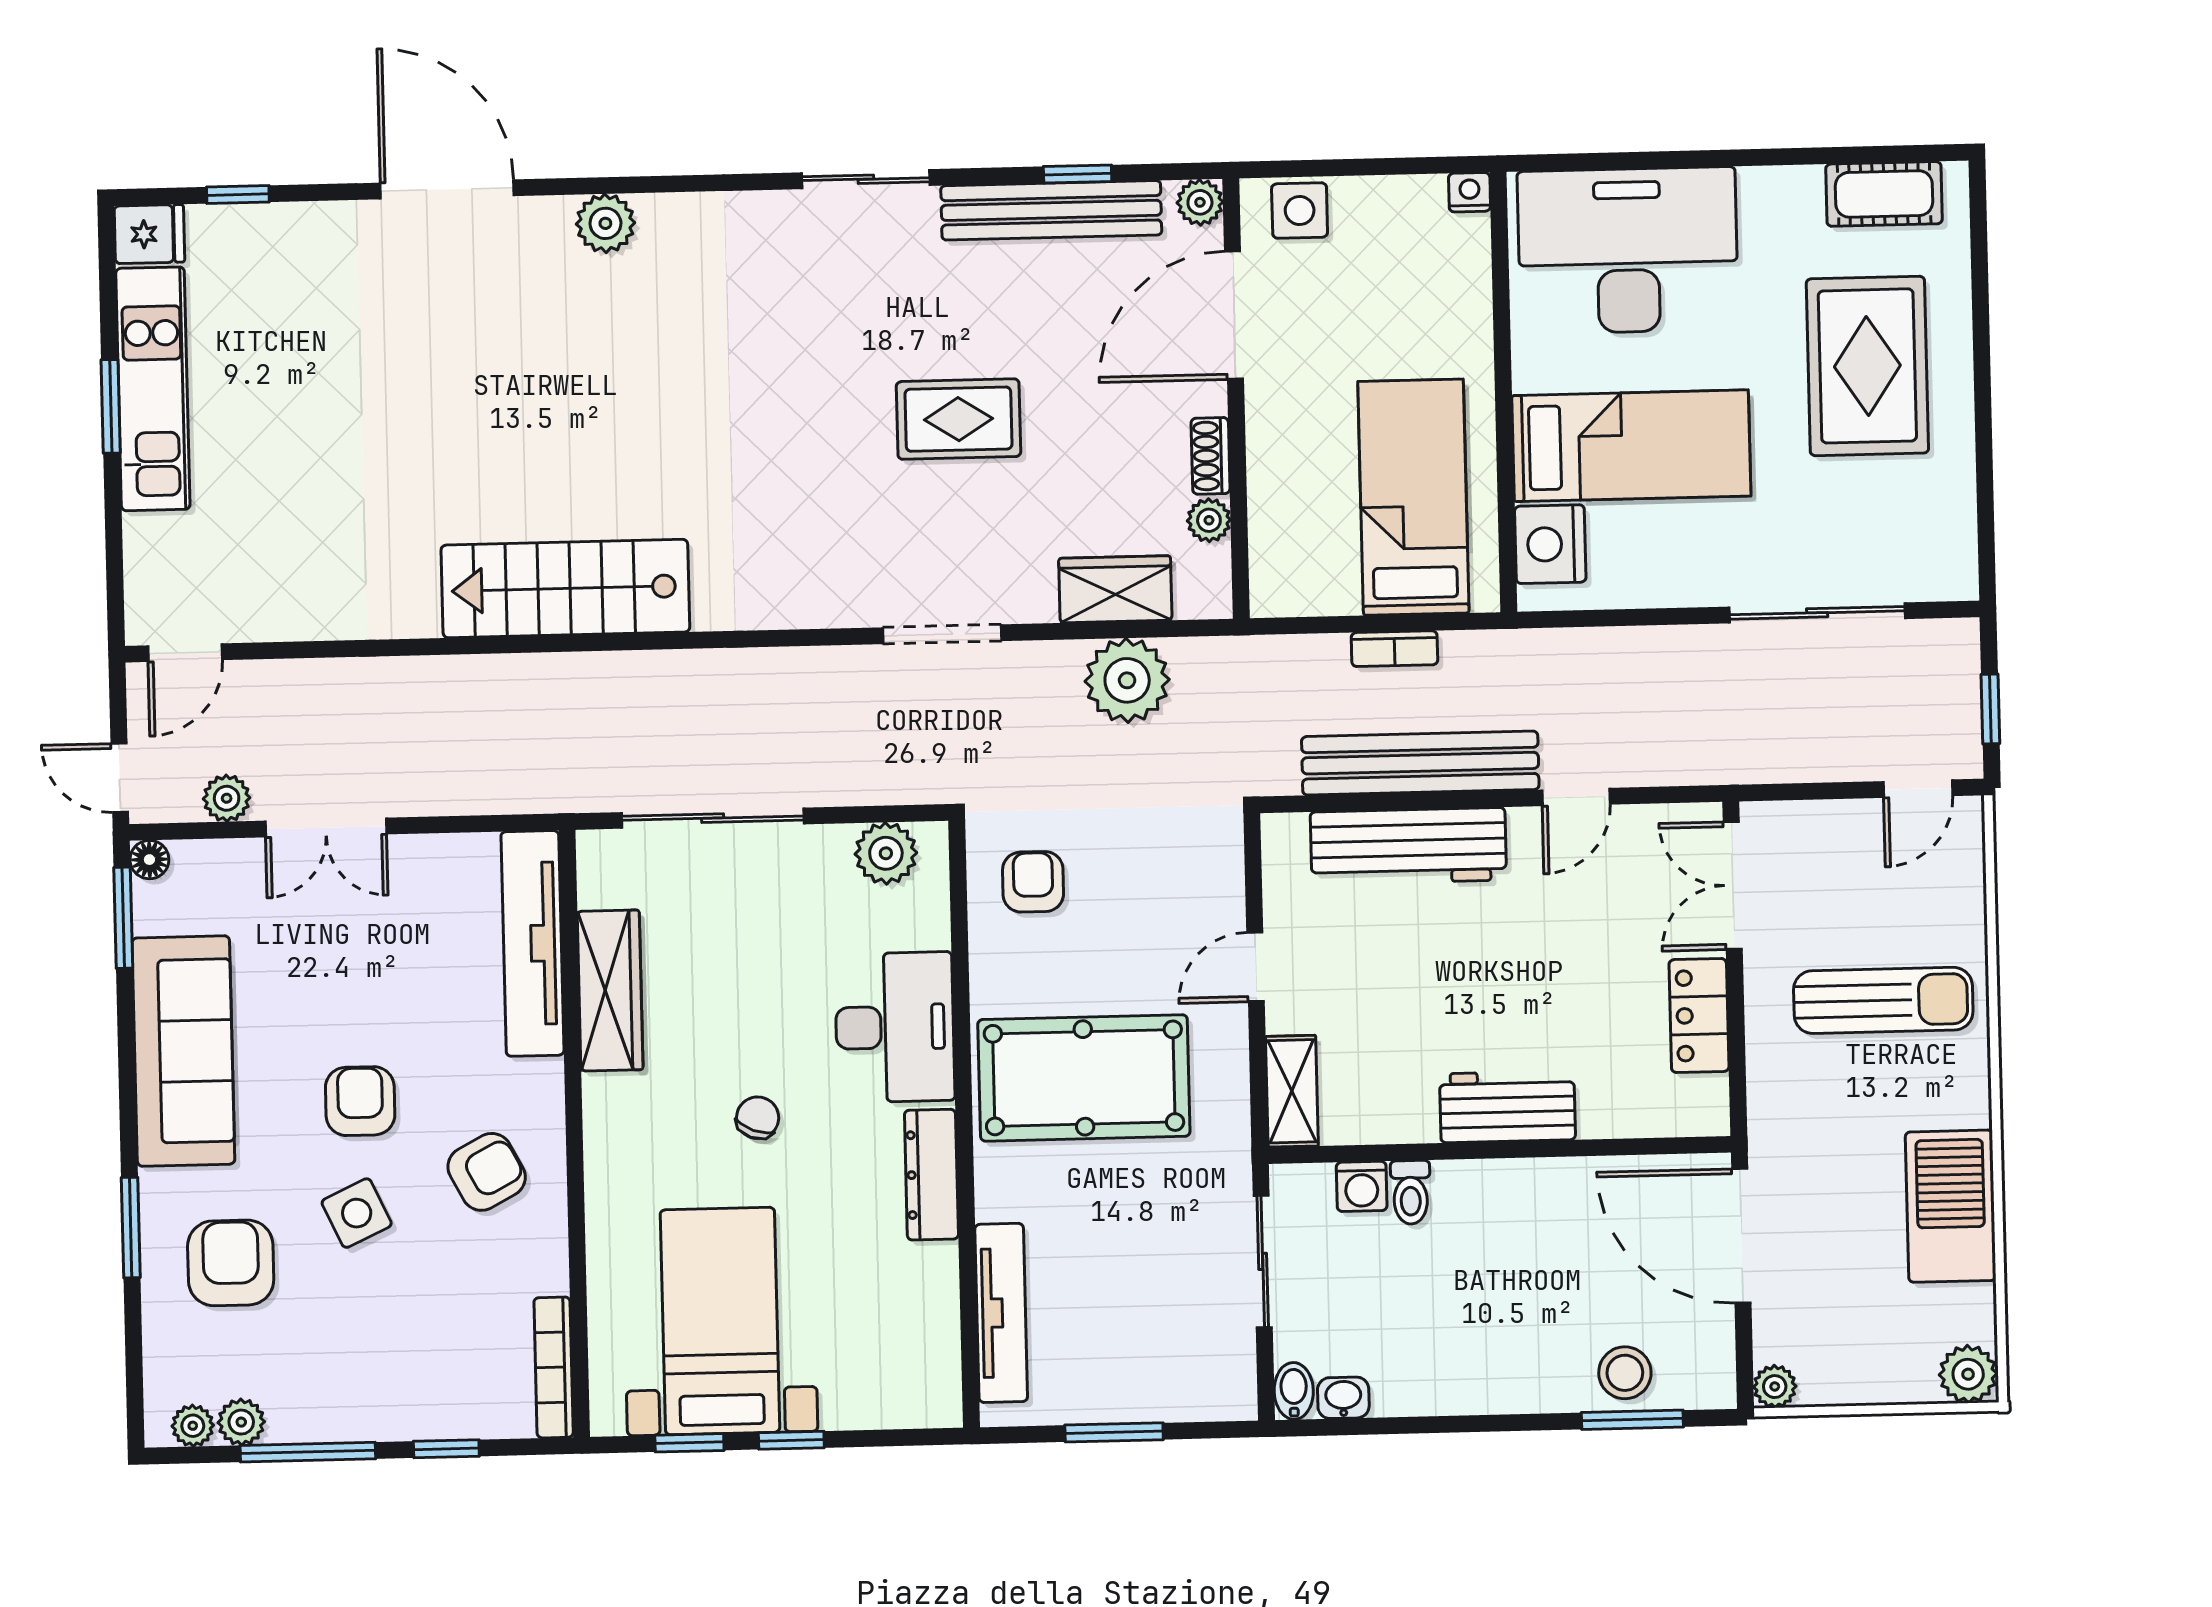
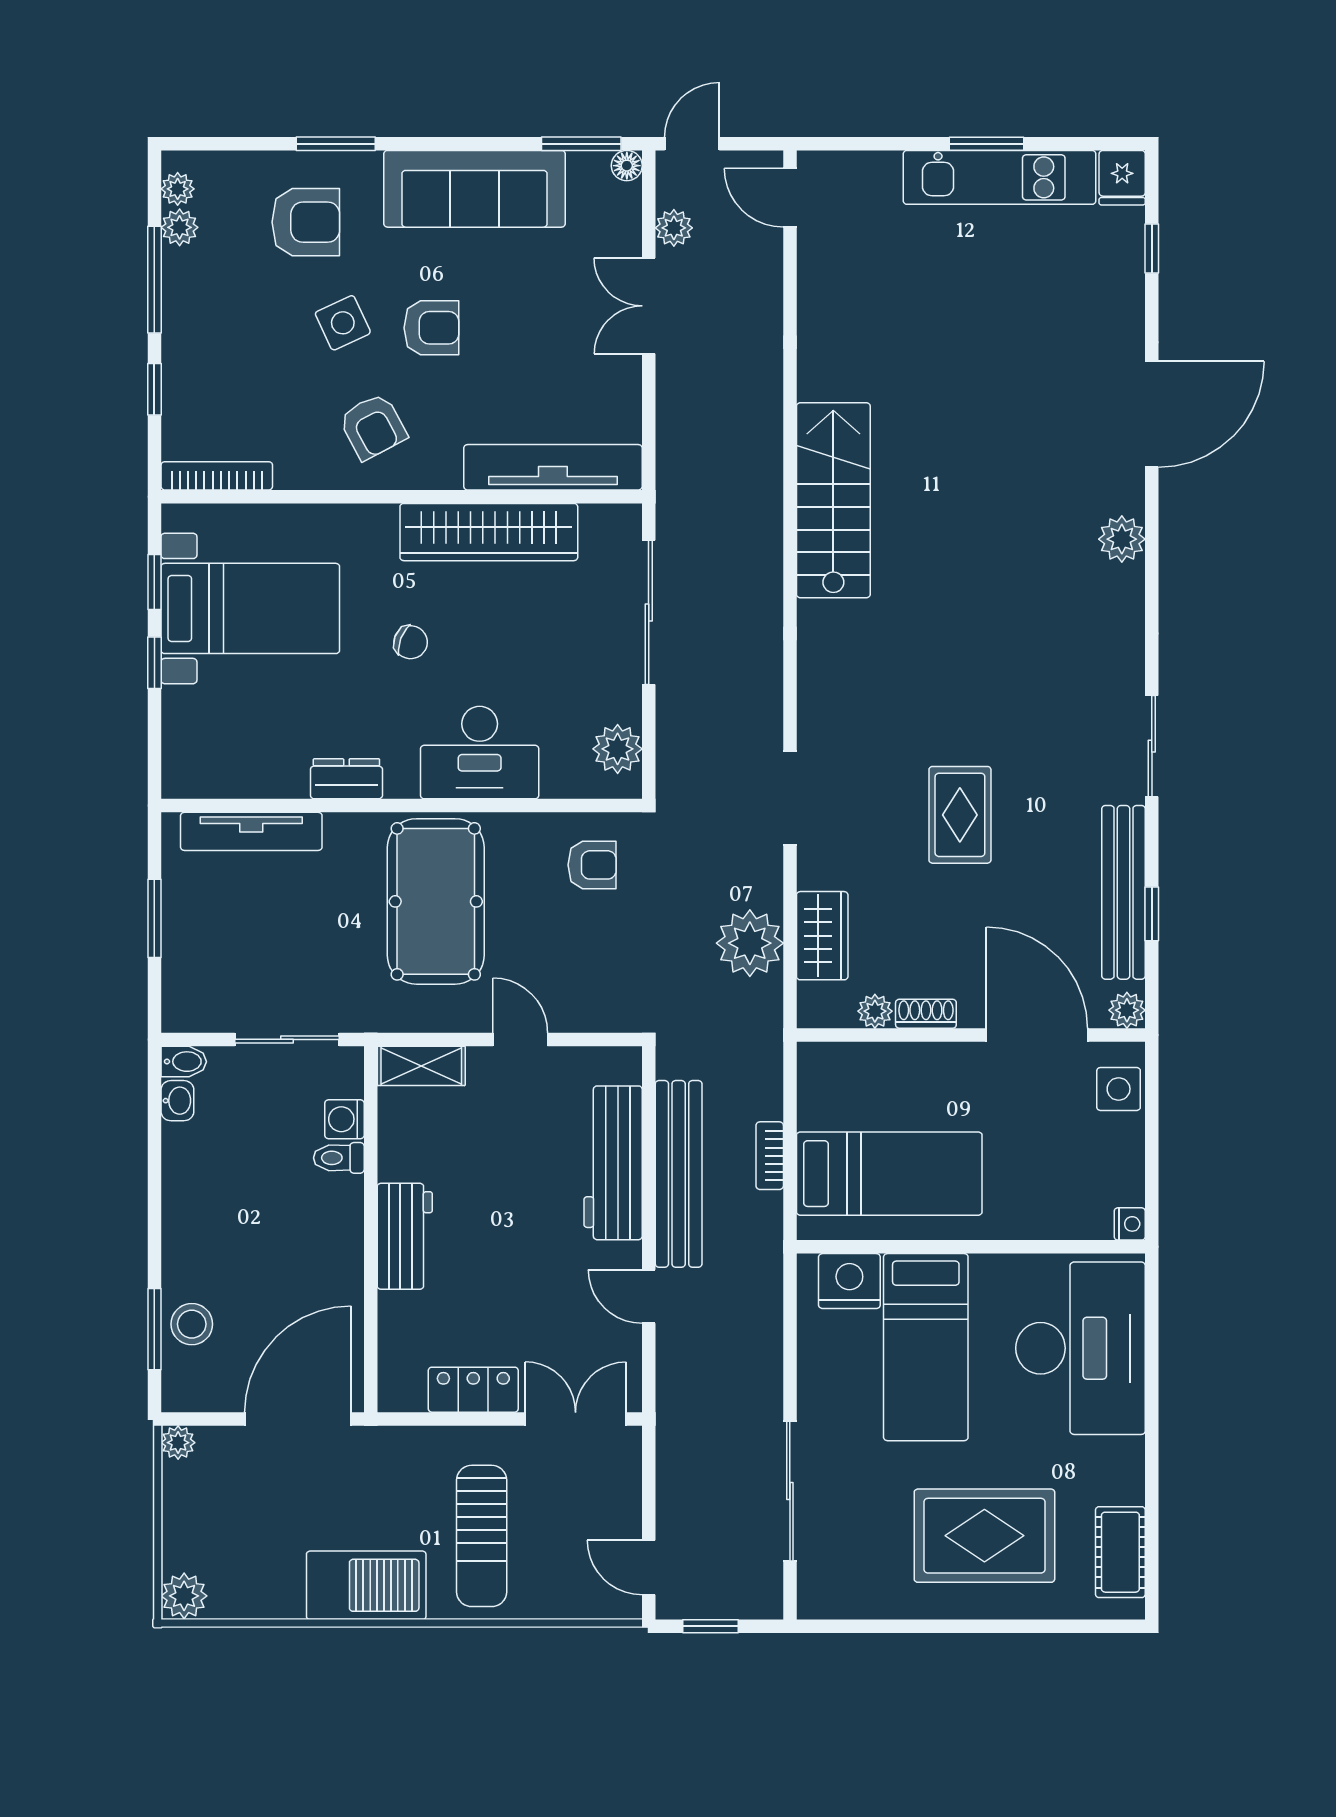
wardrobe: (610, 990) -> (489, 532), width x1.40, depth x1.17
dresser: (931, 1175) -> (346, 779), width x0.70
barbecue: (1951, 1206) -> (366, 1585), moved

